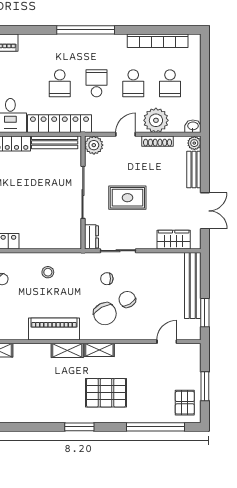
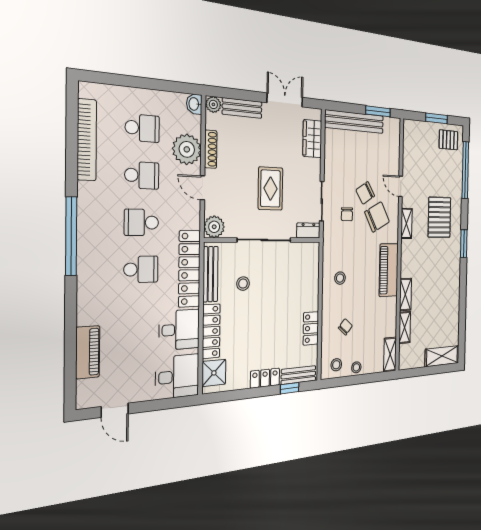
stool: (46, 172) -> (243, 284), added
door: (167, 342) -> (401, 186), moved
shelving: (67, 350) -> (405, 294), moved

